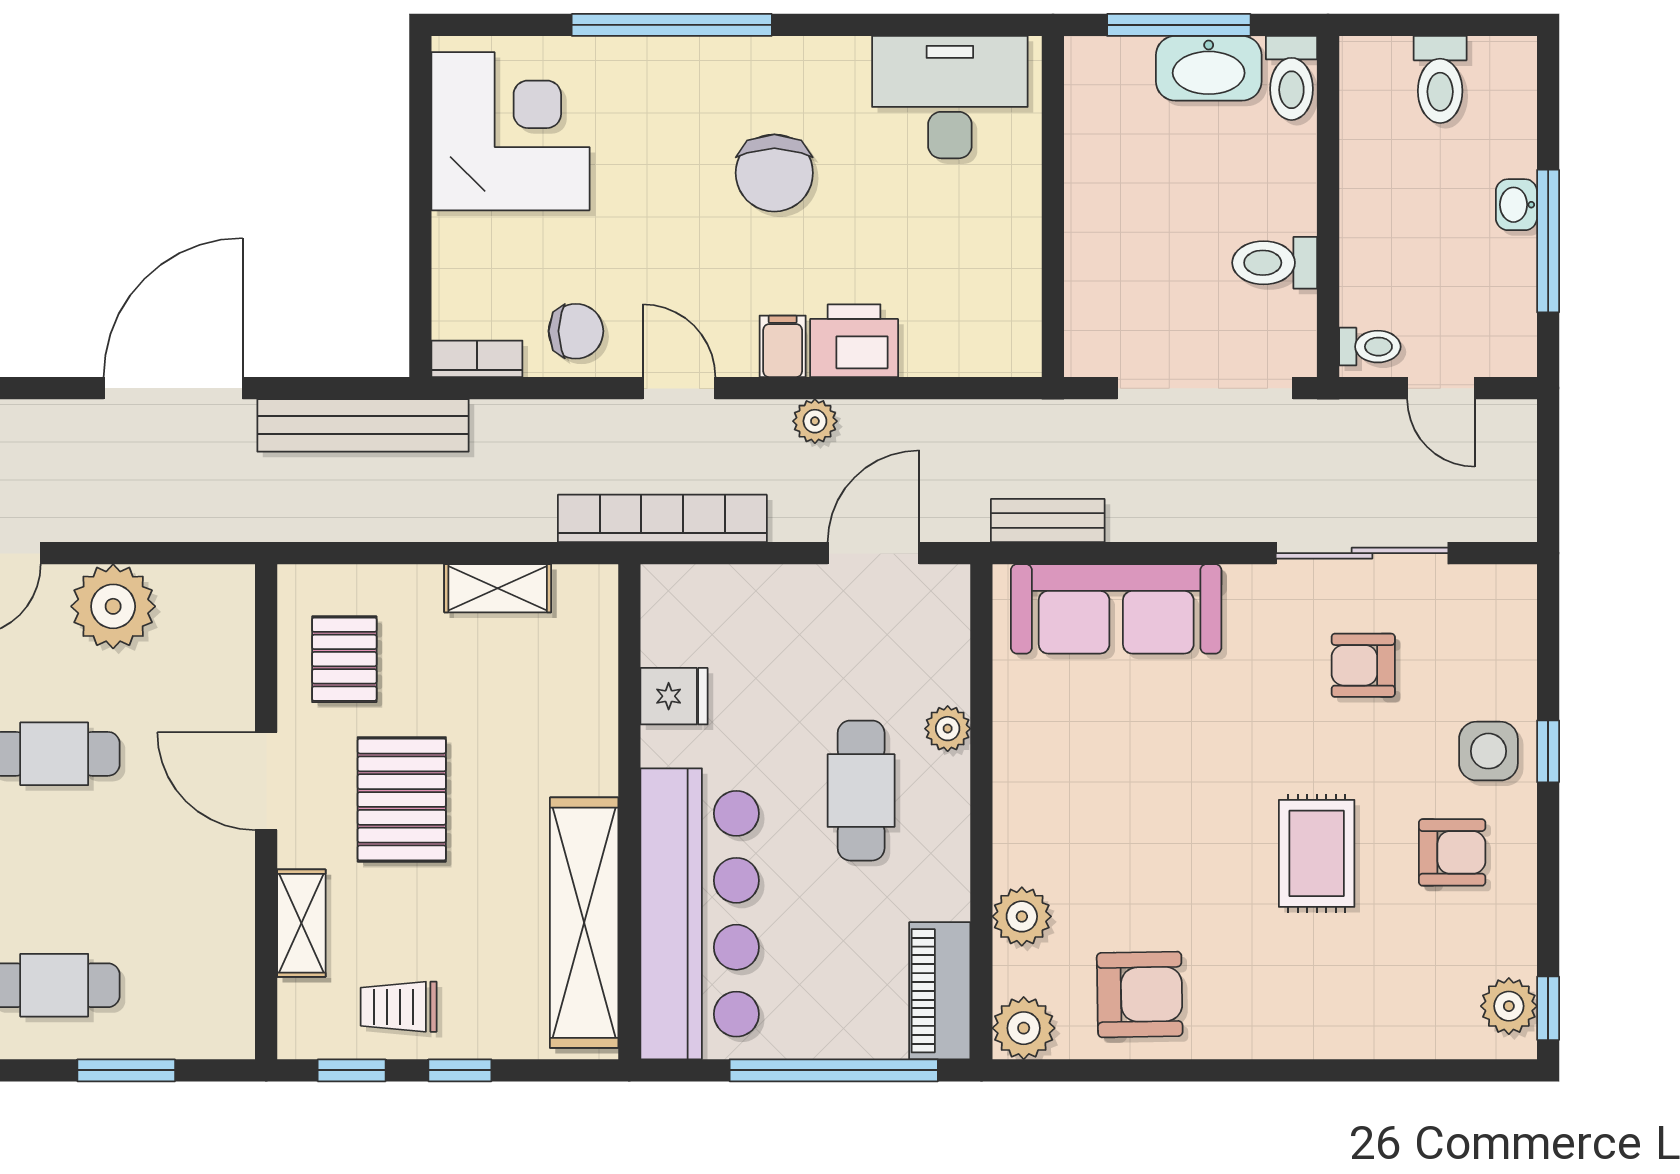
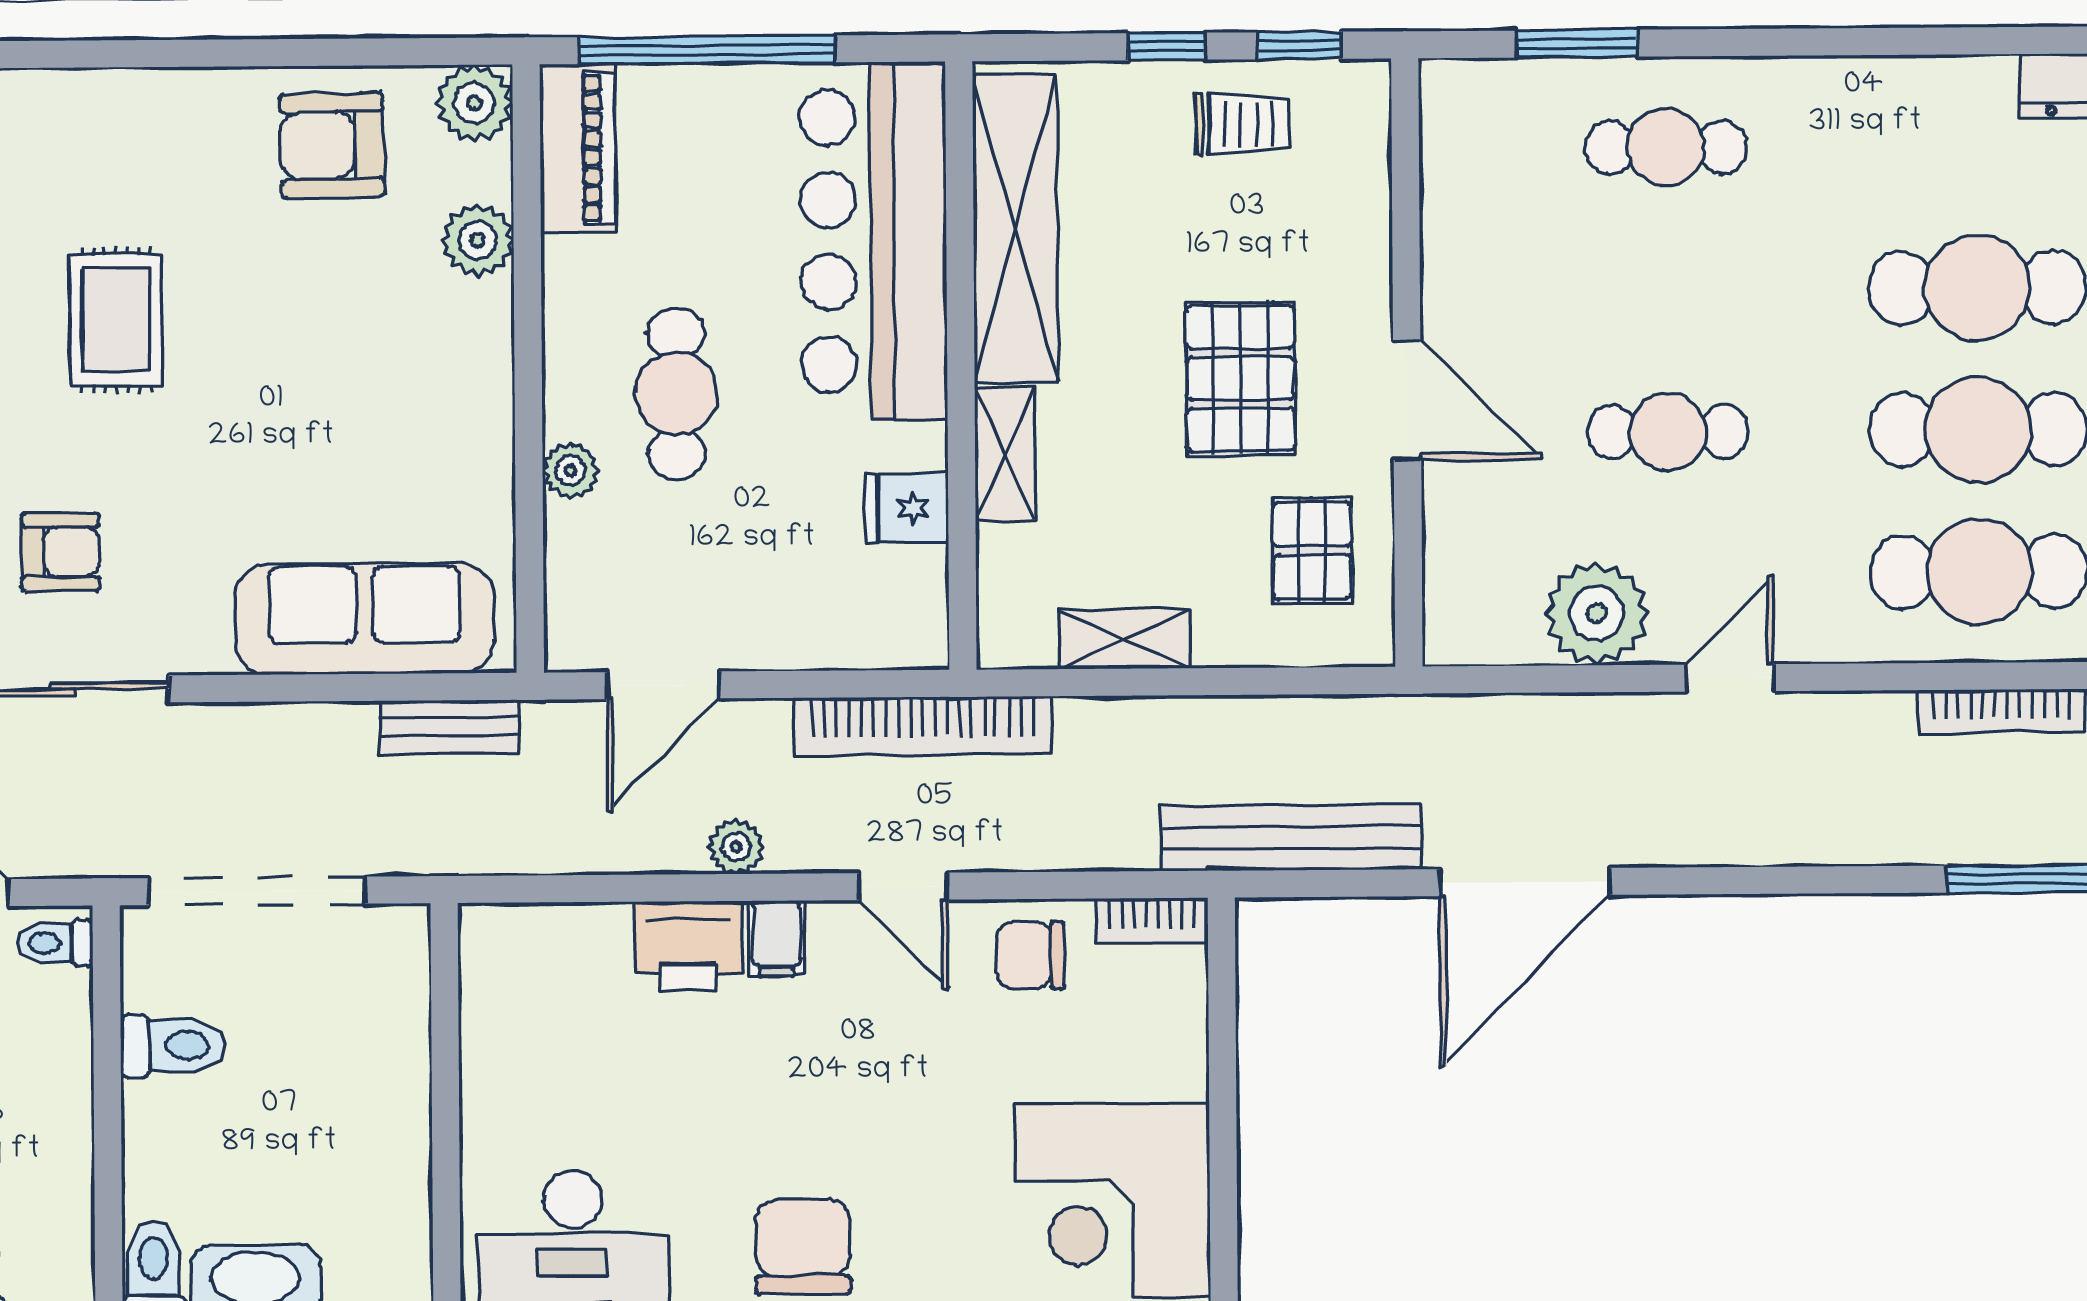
chair: (774, 173) -> (803, 1247), moved
shelving: (301, 923) -> (1005, 454), moved

